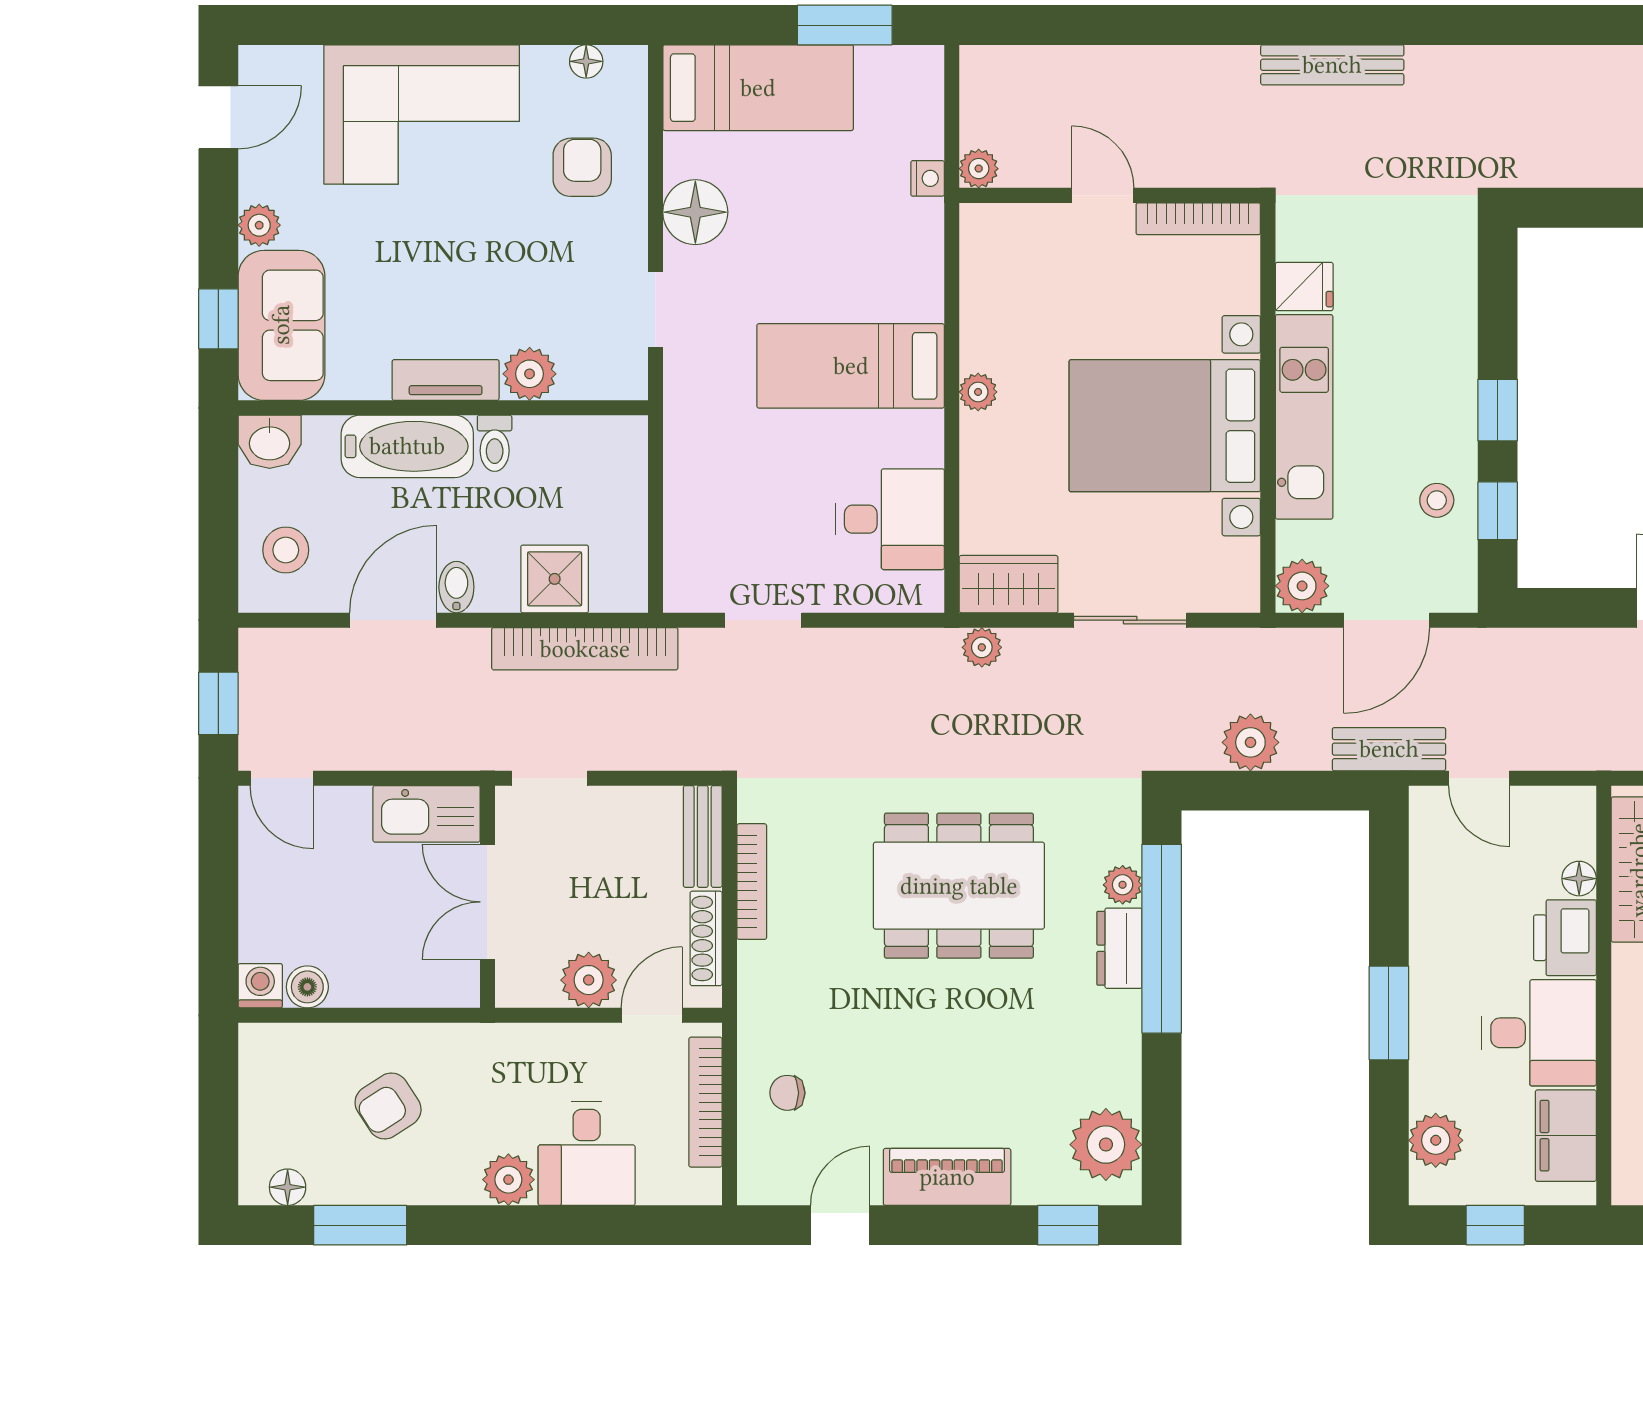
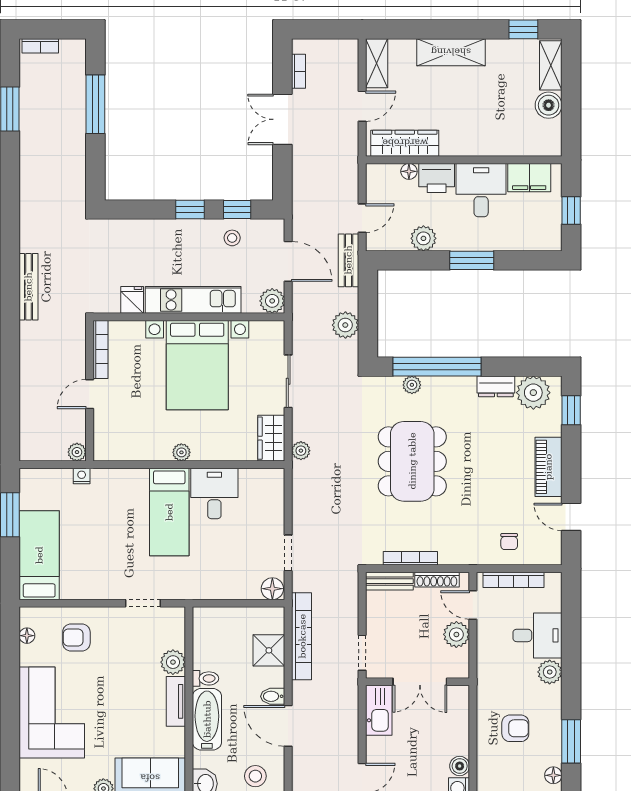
floor lamp: (695, 212) -> (272, 589), moved, width x0.73, depth x0.73
desk: (890, 519) -> (214, 494), moved
dresser: (1119, 948) -> (496, 386), moved
armchair: (388, 1106) -> (515, 728), turned -57
plant: (1436, 1140) -> (423, 238), moved

